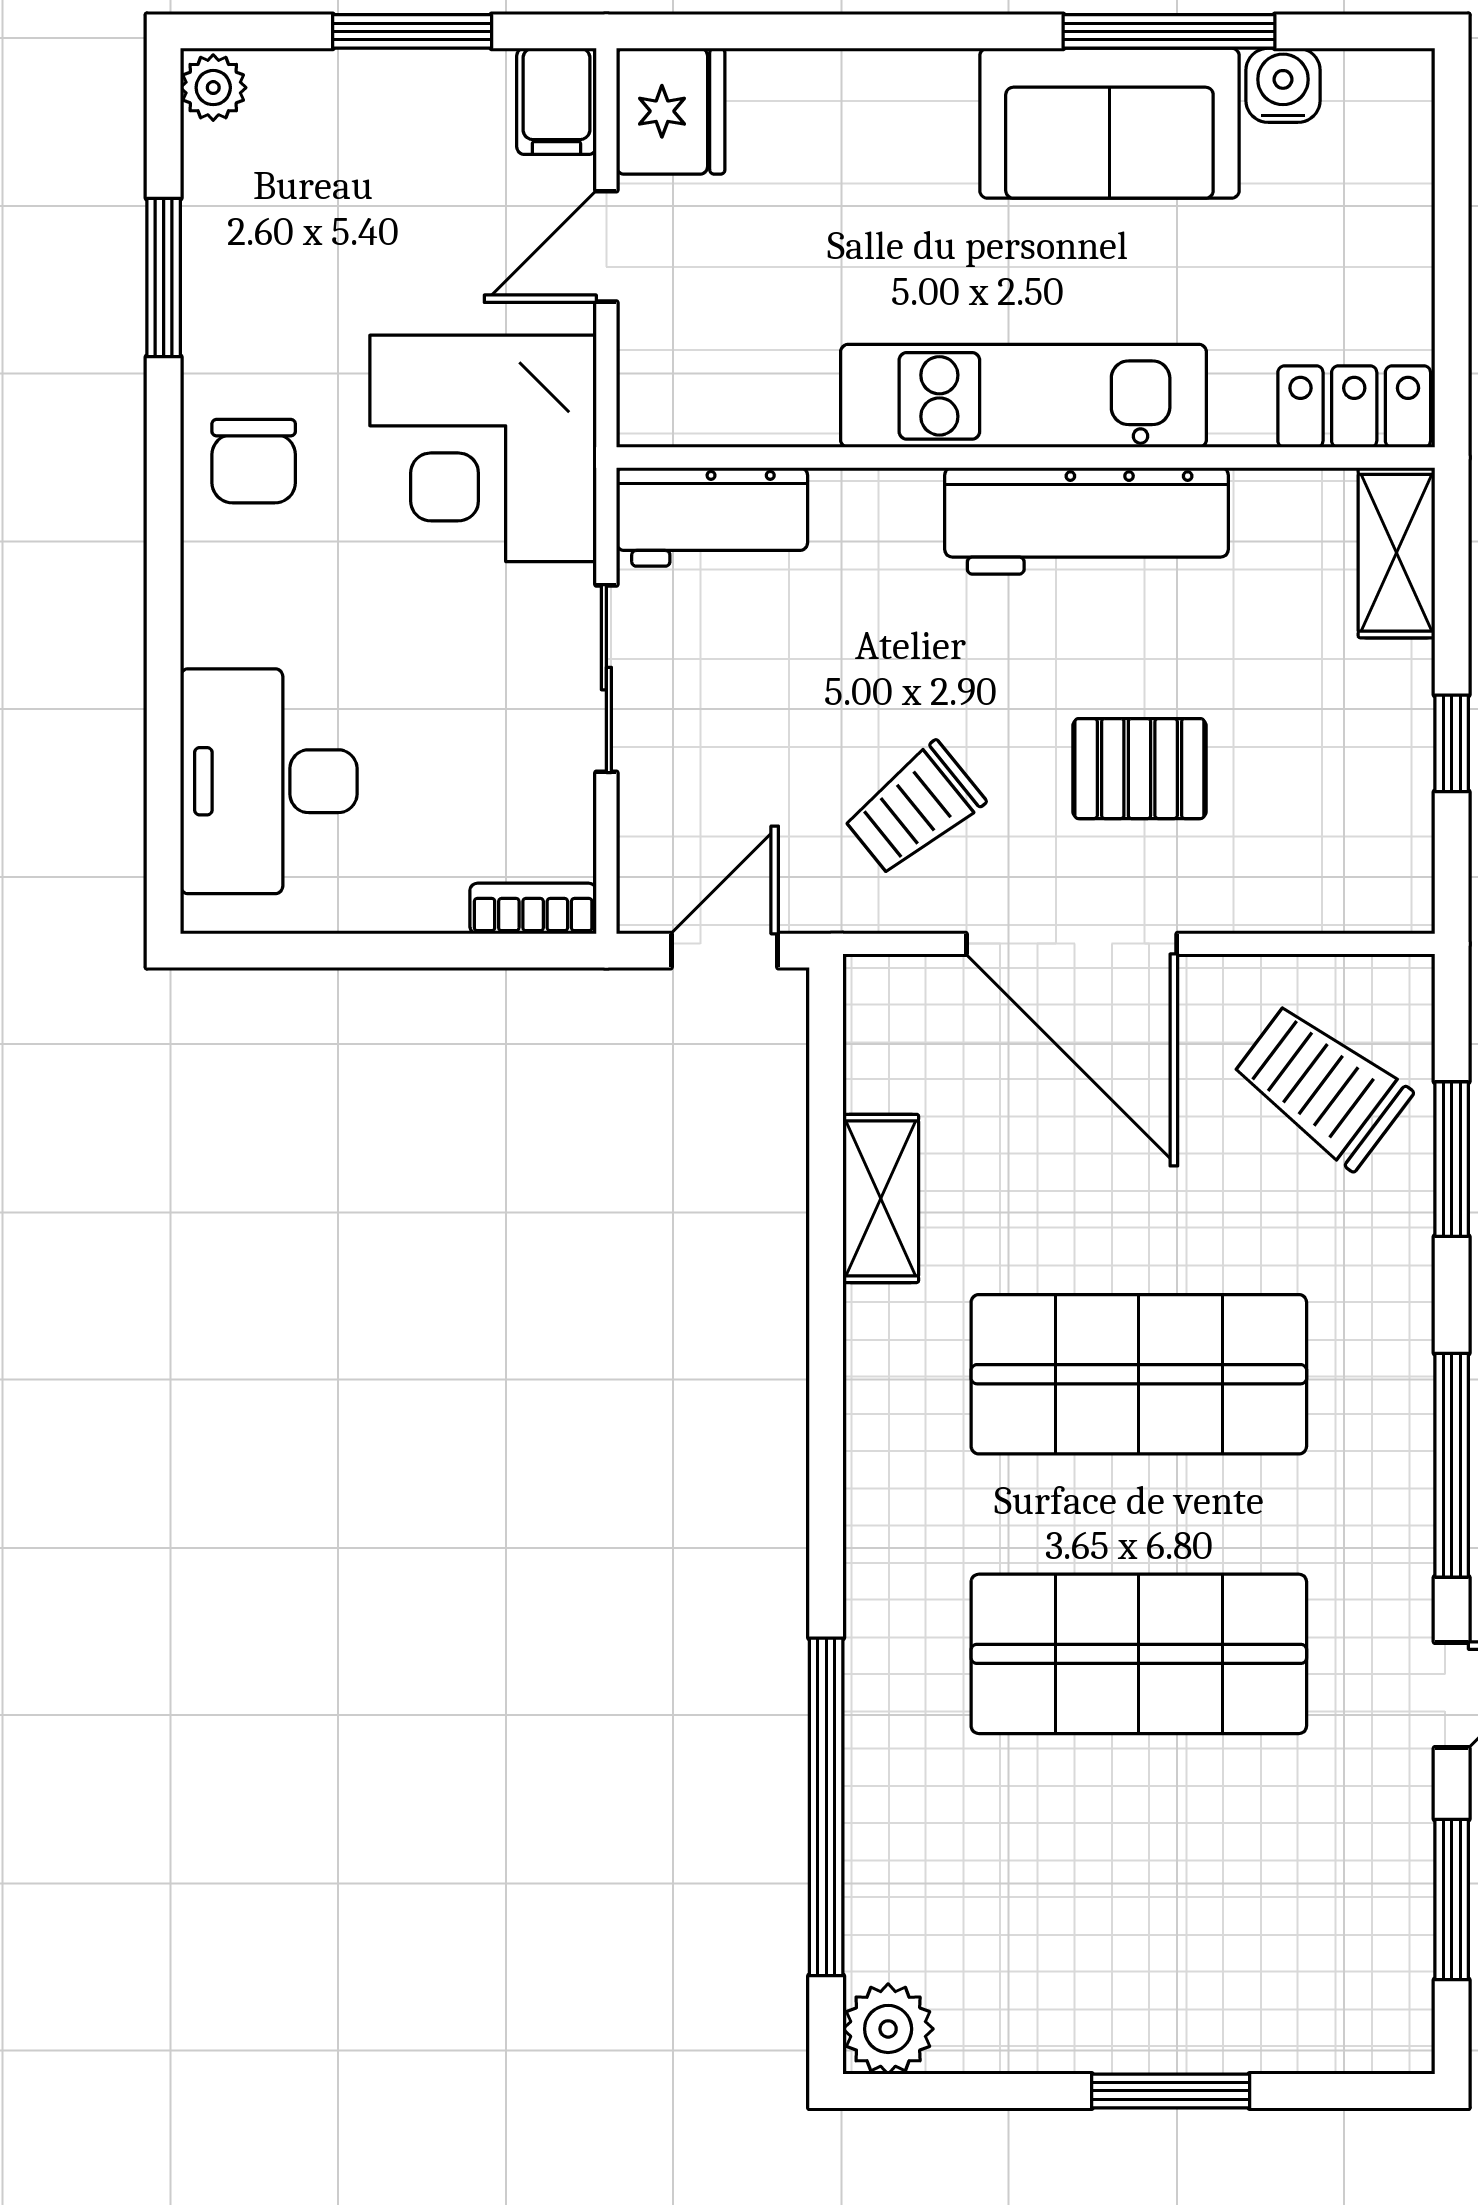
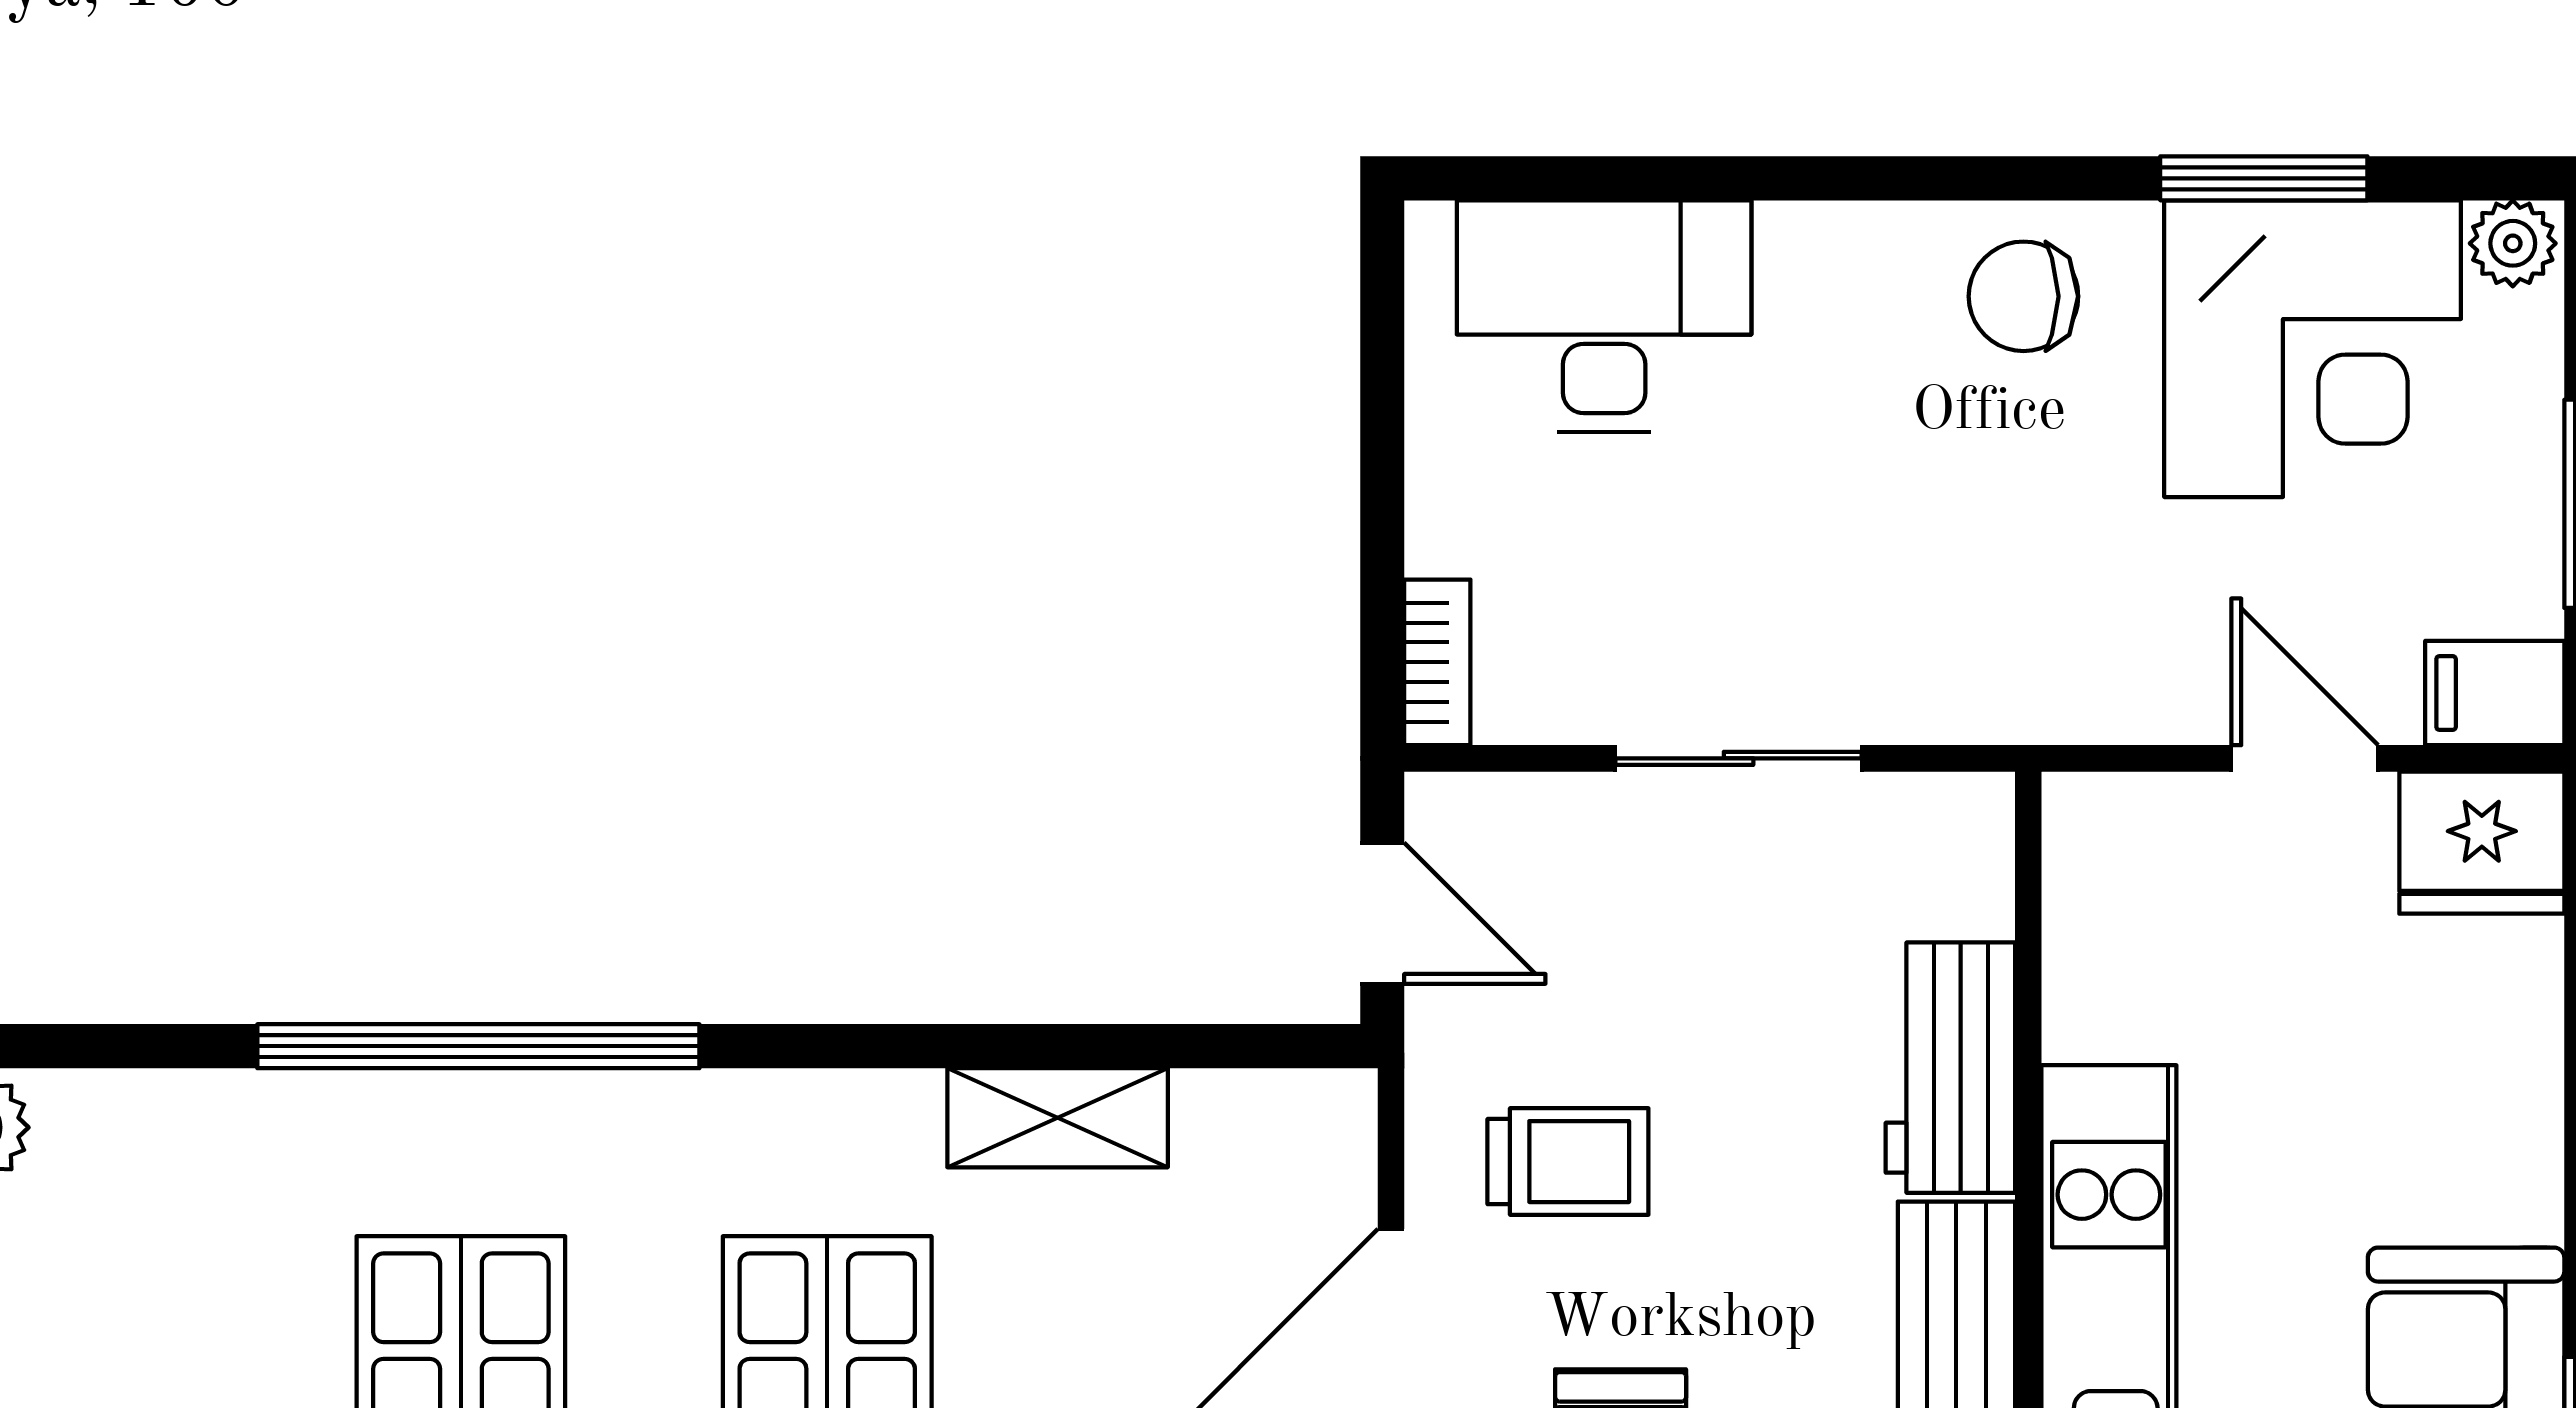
corner desk: (483, 448) -> (2313, 349), moved, turned 180
workbench: (712, 517) -> (1950, 1068), moved
trolley: (914, 809) -> (1568, 1162), turned 129
window: (826, 1807) -> (478, 1046), moved

